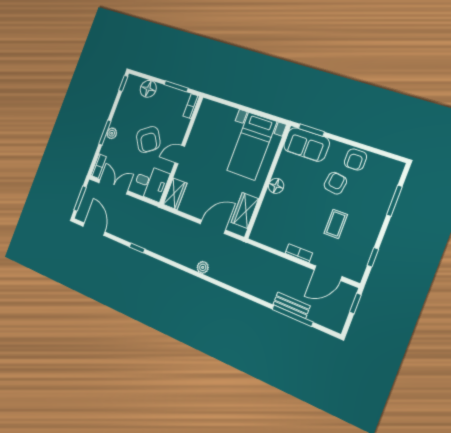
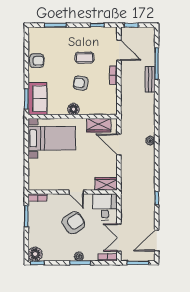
floor lamp: (148, 89) -> (35, 254), moved
armchair: (335, 183) -> (81, 83), moved
bench: (291, 305) -> (150, 79), moved

